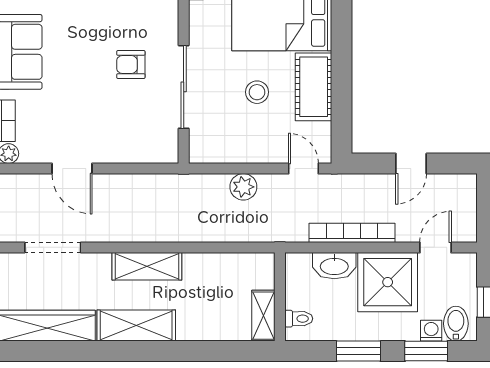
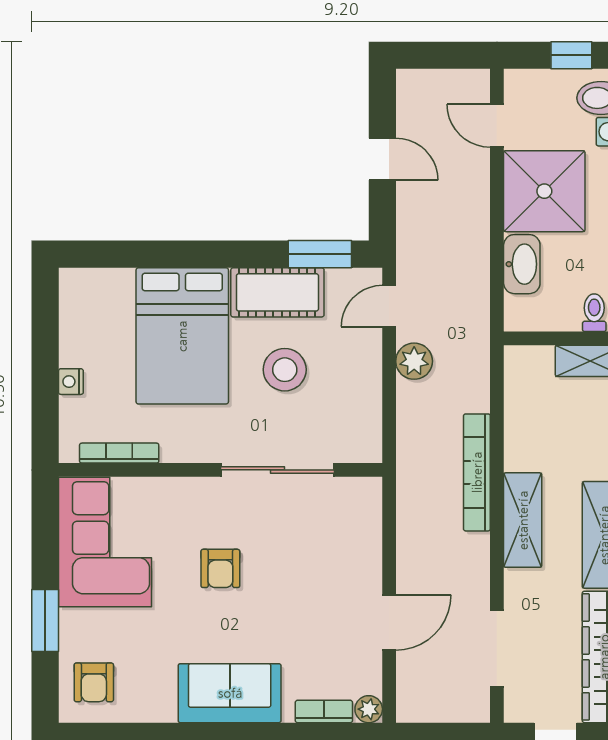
armchair: (131, 64) -> (220, 568), moved
stool: (257, 92) -> (285, 370), width x1.38, depth x1.38
window: (342, 118) -> (320, 254), added
plant: (243, 187) -> (414, 361), moved
bookcase: (352, 233) -> (477, 472), moved

